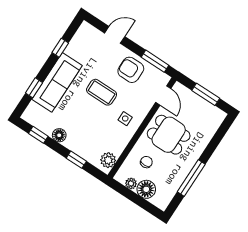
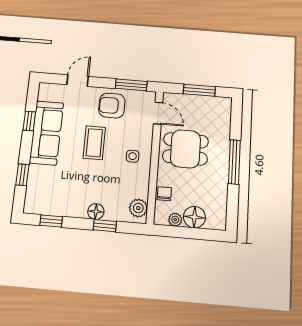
sofa: (57, 82) -> (46, 133), moved
coffee table: (102, 92) -> (94, 143), turned 90
floor lamp: (59, 135) -> (96, 212), moved
chair: (146, 162) -> (164, 194), moved
window: (191, 178) -> (234, 162), moved

